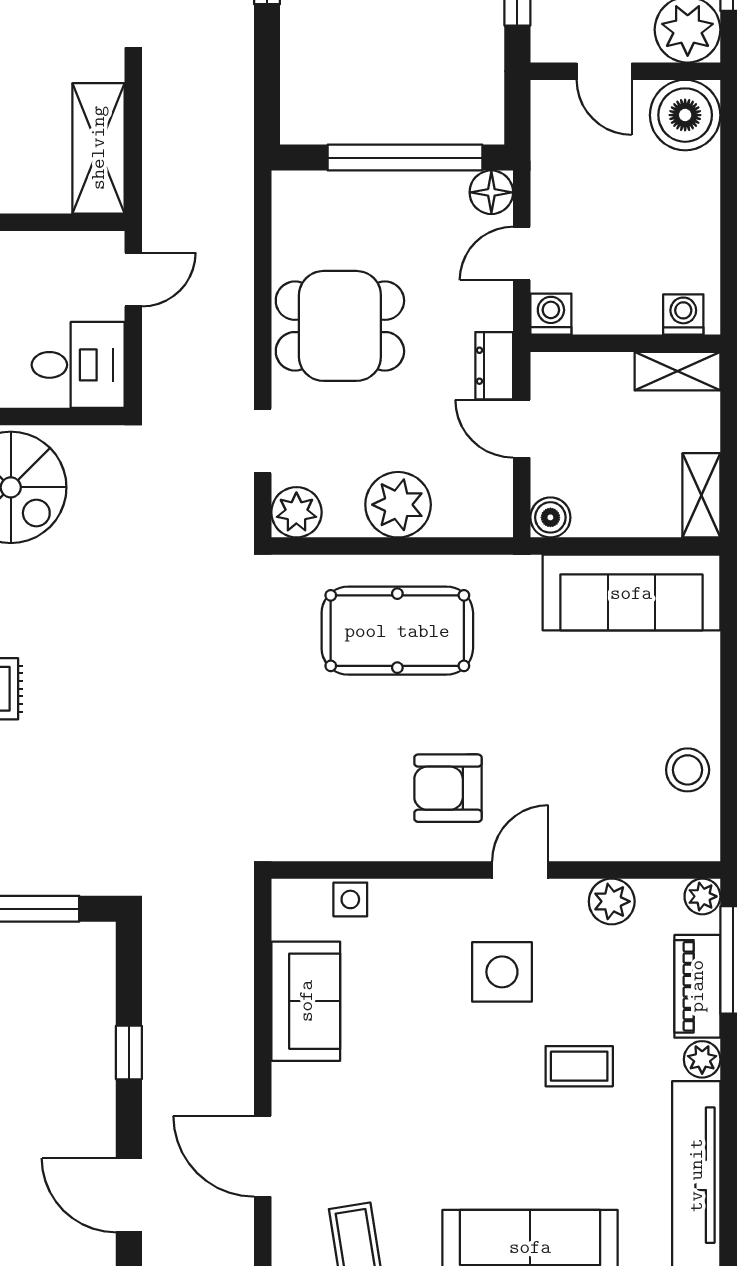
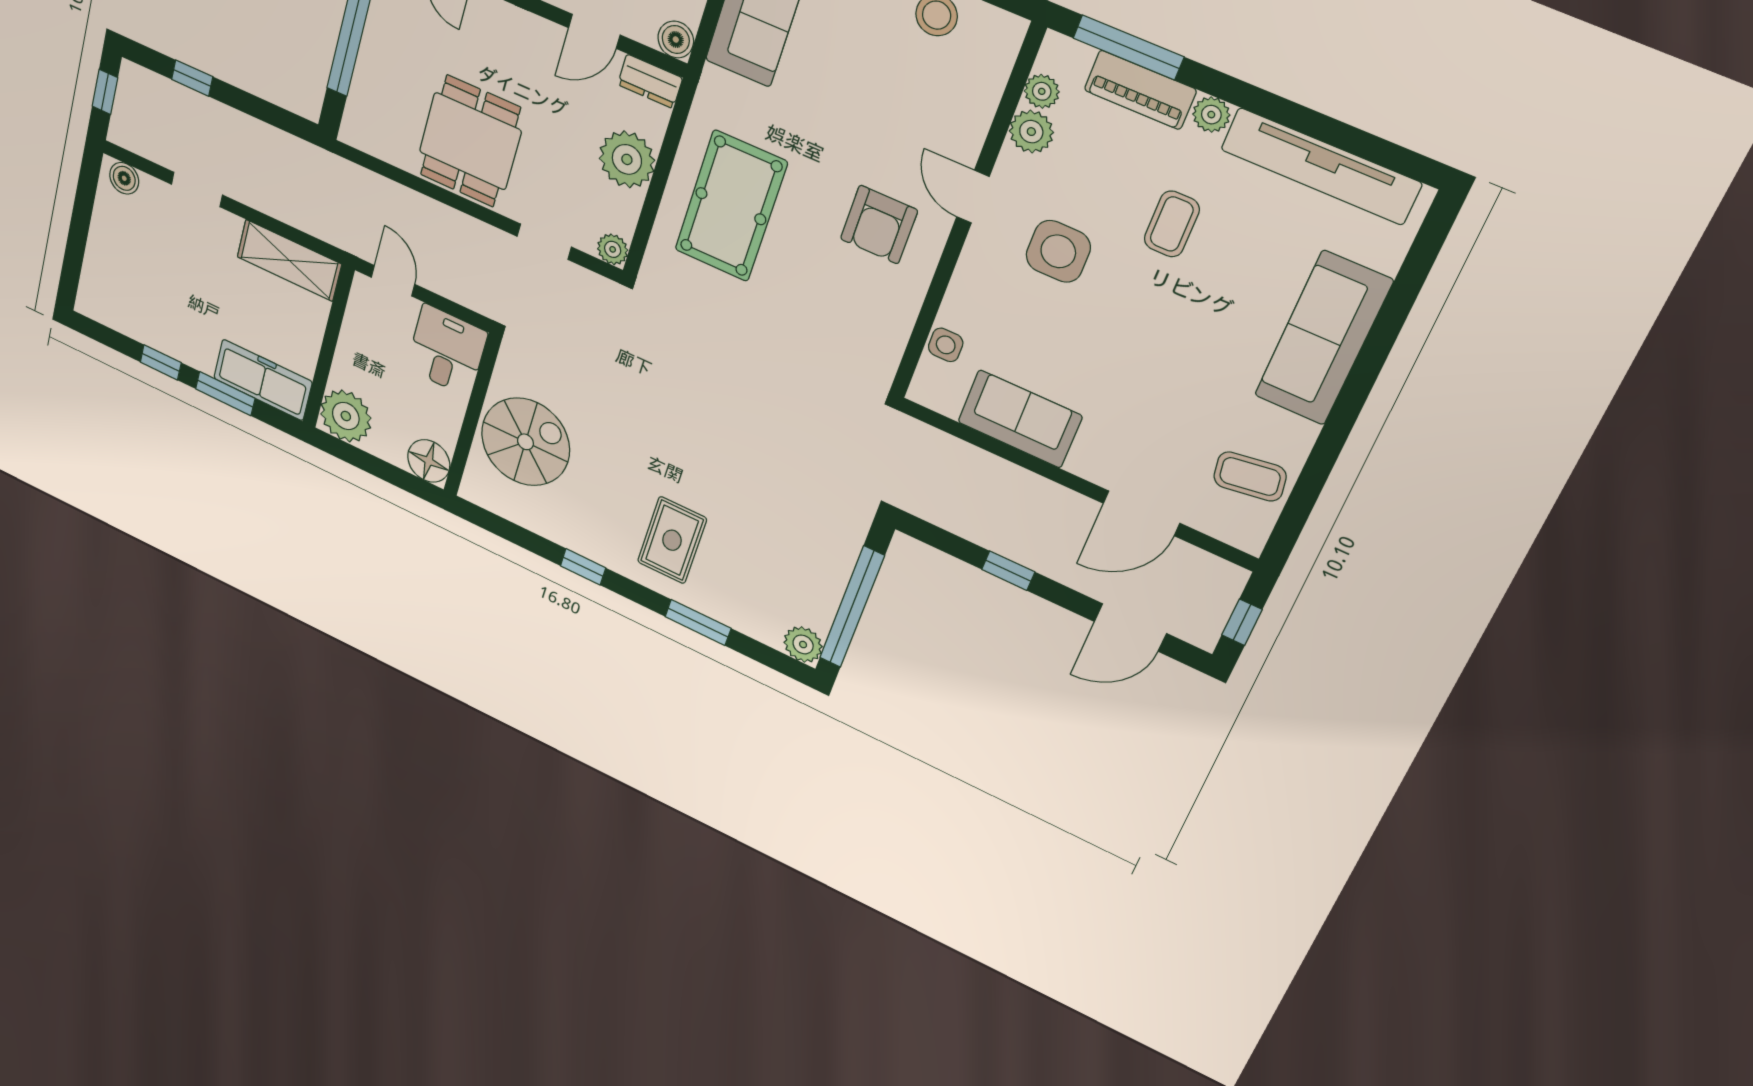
dresser: (494, 366) -> (650, 81), moved
plant: (296, 512) -> (613, 249), width x0.73, depth x0.73
plant: (702, 896) -> (1042, 91), moved

